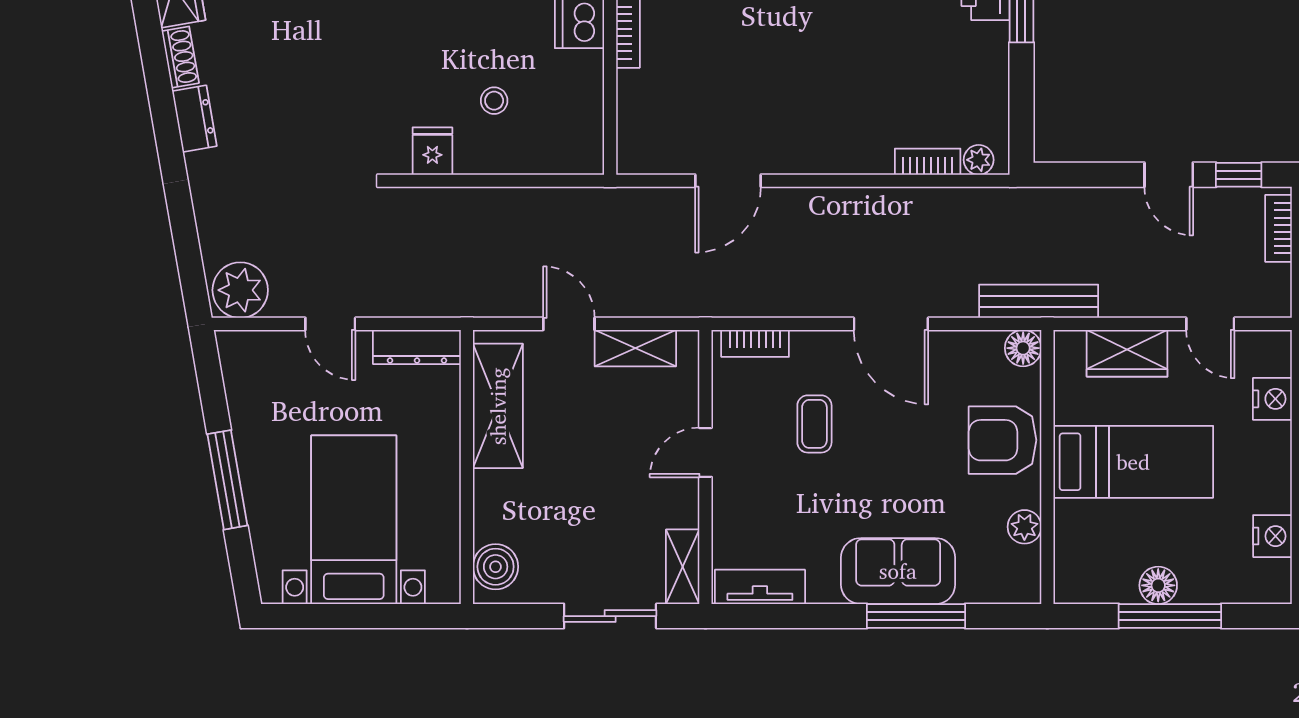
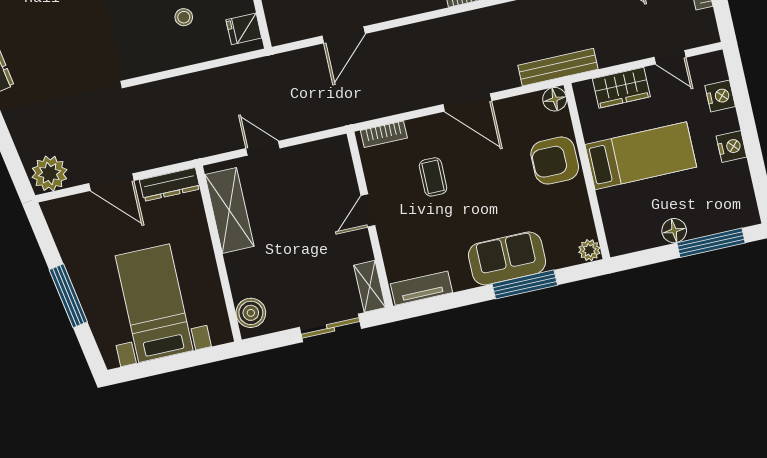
fridge: (432, 151) -> (244, 29), moved, turned -90
door: (330, 324) -> (111, 182), width x1.38
shelving: (635, 348) -> (309, 154), removed
plant: (1024, 527) -> (589, 250), moved
nightstand: (1272, 536) -> (731, 147), moved
window: (1170, 616) -> (711, 243), moved

